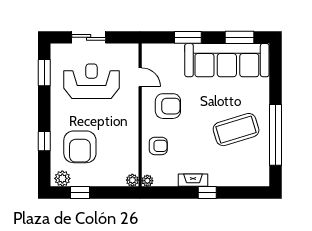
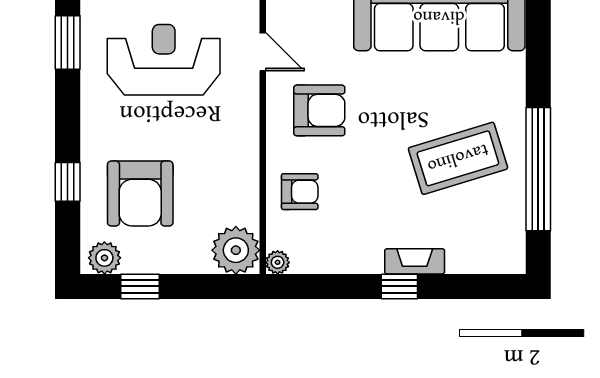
plant: (132, 180) -> (236, 250), width x1.88, depth x1.88
fireplace: (193, 180) -> (415, 261), moved

